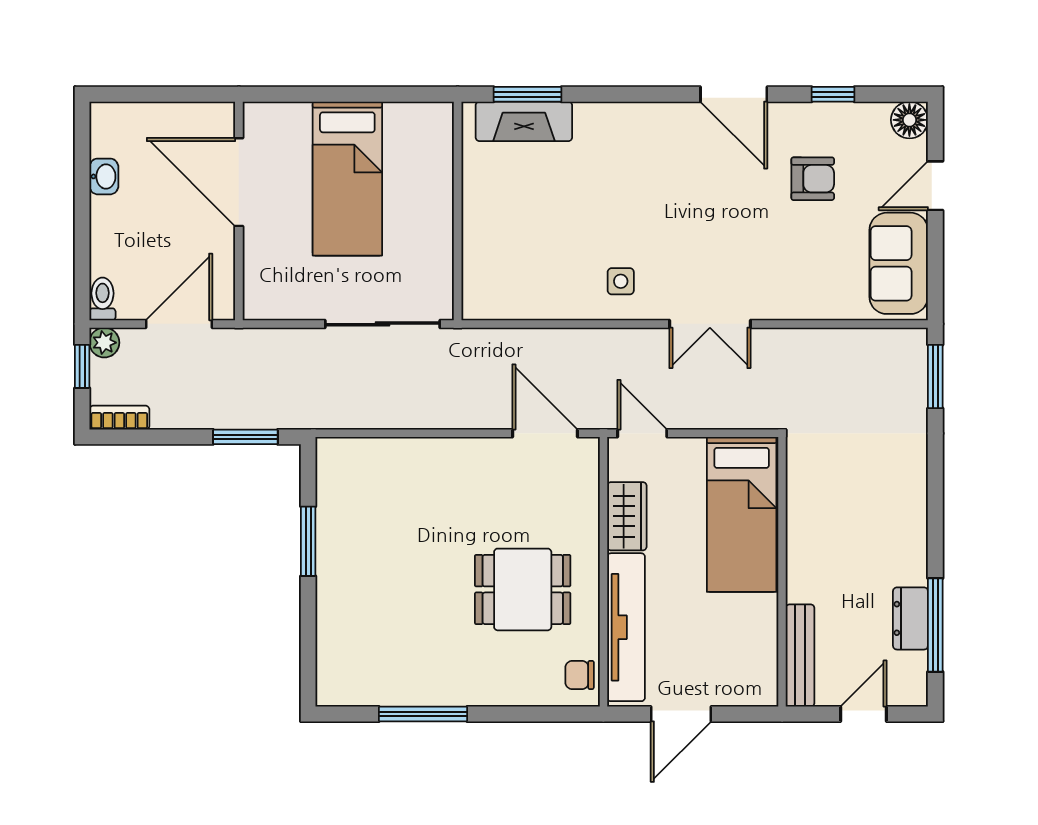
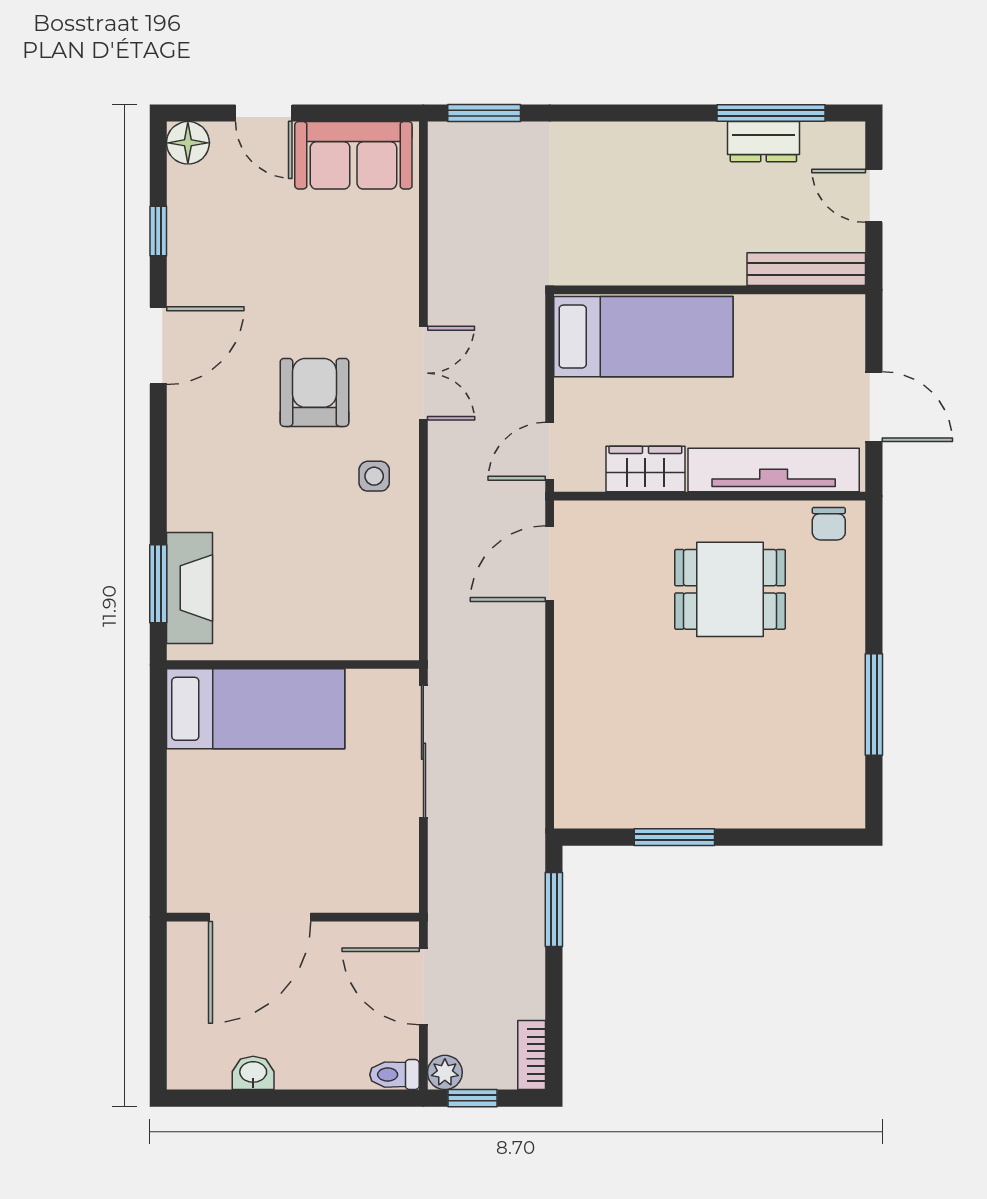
bed: (347, 179) -> (256, 709), moved
armchair: (813, 179) -> (314, 392), moved, width x1.38, depth x1.38
dining table: (523, 589) -> (730, 589), turned 90

